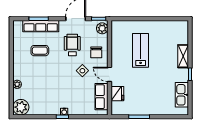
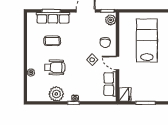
wheelchair: (72, 45) -> (55, 67), moved, turned 90
lab bench: (141, 50) -> (147, 40), width x1.36, depth x1.39
fridge: (117, 94) -> (125, 95), moved
plant: (21, 107) -> (56, 94), moved

